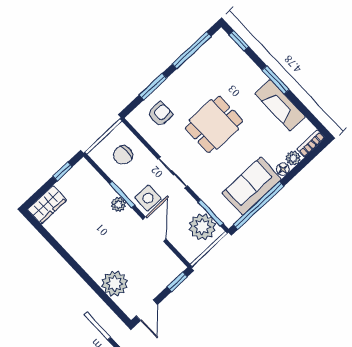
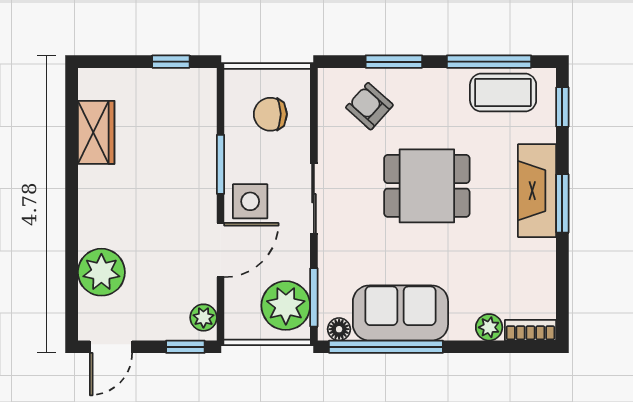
coffee table: (209, 57) -> (503, 93), added
fireplace: (280, 105) -> (537, 191), moved
armchair: (160, 114) -> (369, 106), turned -138
floor lamp: (283, 169) -> (339, 329), moved
wardrobe: (47, 205) -> (96, 132), moved, turned -90
plant: (118, 205) -> (203, 318), moved

